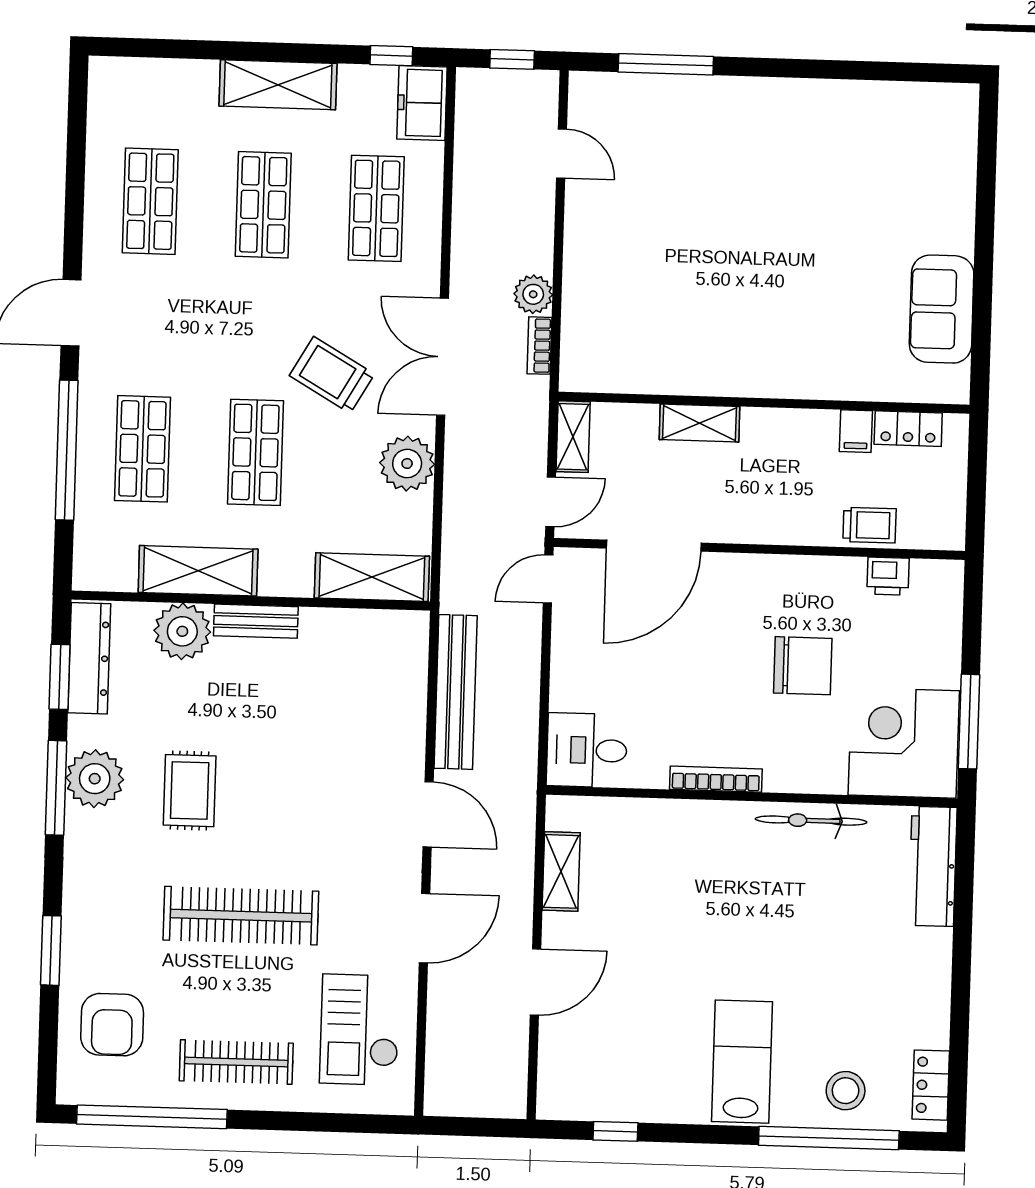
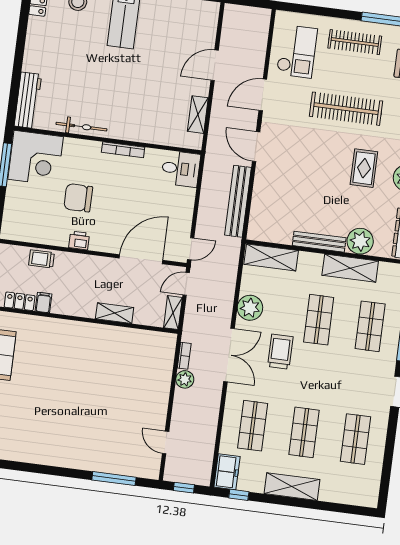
trolley: (332, 375) -> (280, 352), turned -120
printer: (888, 576) -> (79, 240), moved
bench: (256, 621) -> (319, 242), width x1.36

